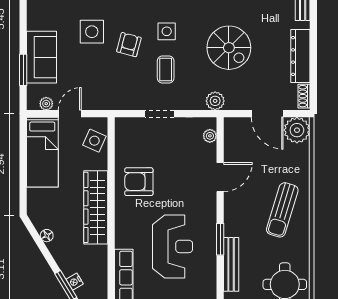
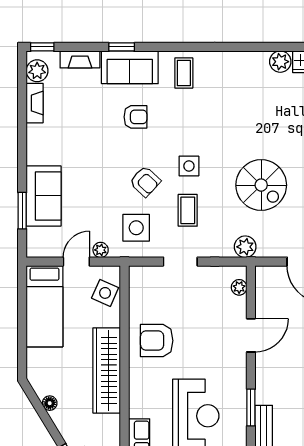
side table: (92, 32) -> (136, 228), moved
armchair: (129, 45) -> (145, 181), turned 118
plant: (46, 104) -> (101, 250), moved

